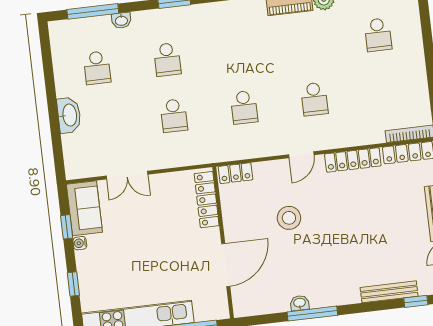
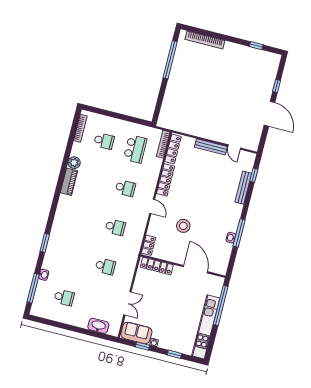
school desk: (167, 60) -> (135, 149), moved, width x1.85
washbasin: (69, 115) -> (98, 326), moved

